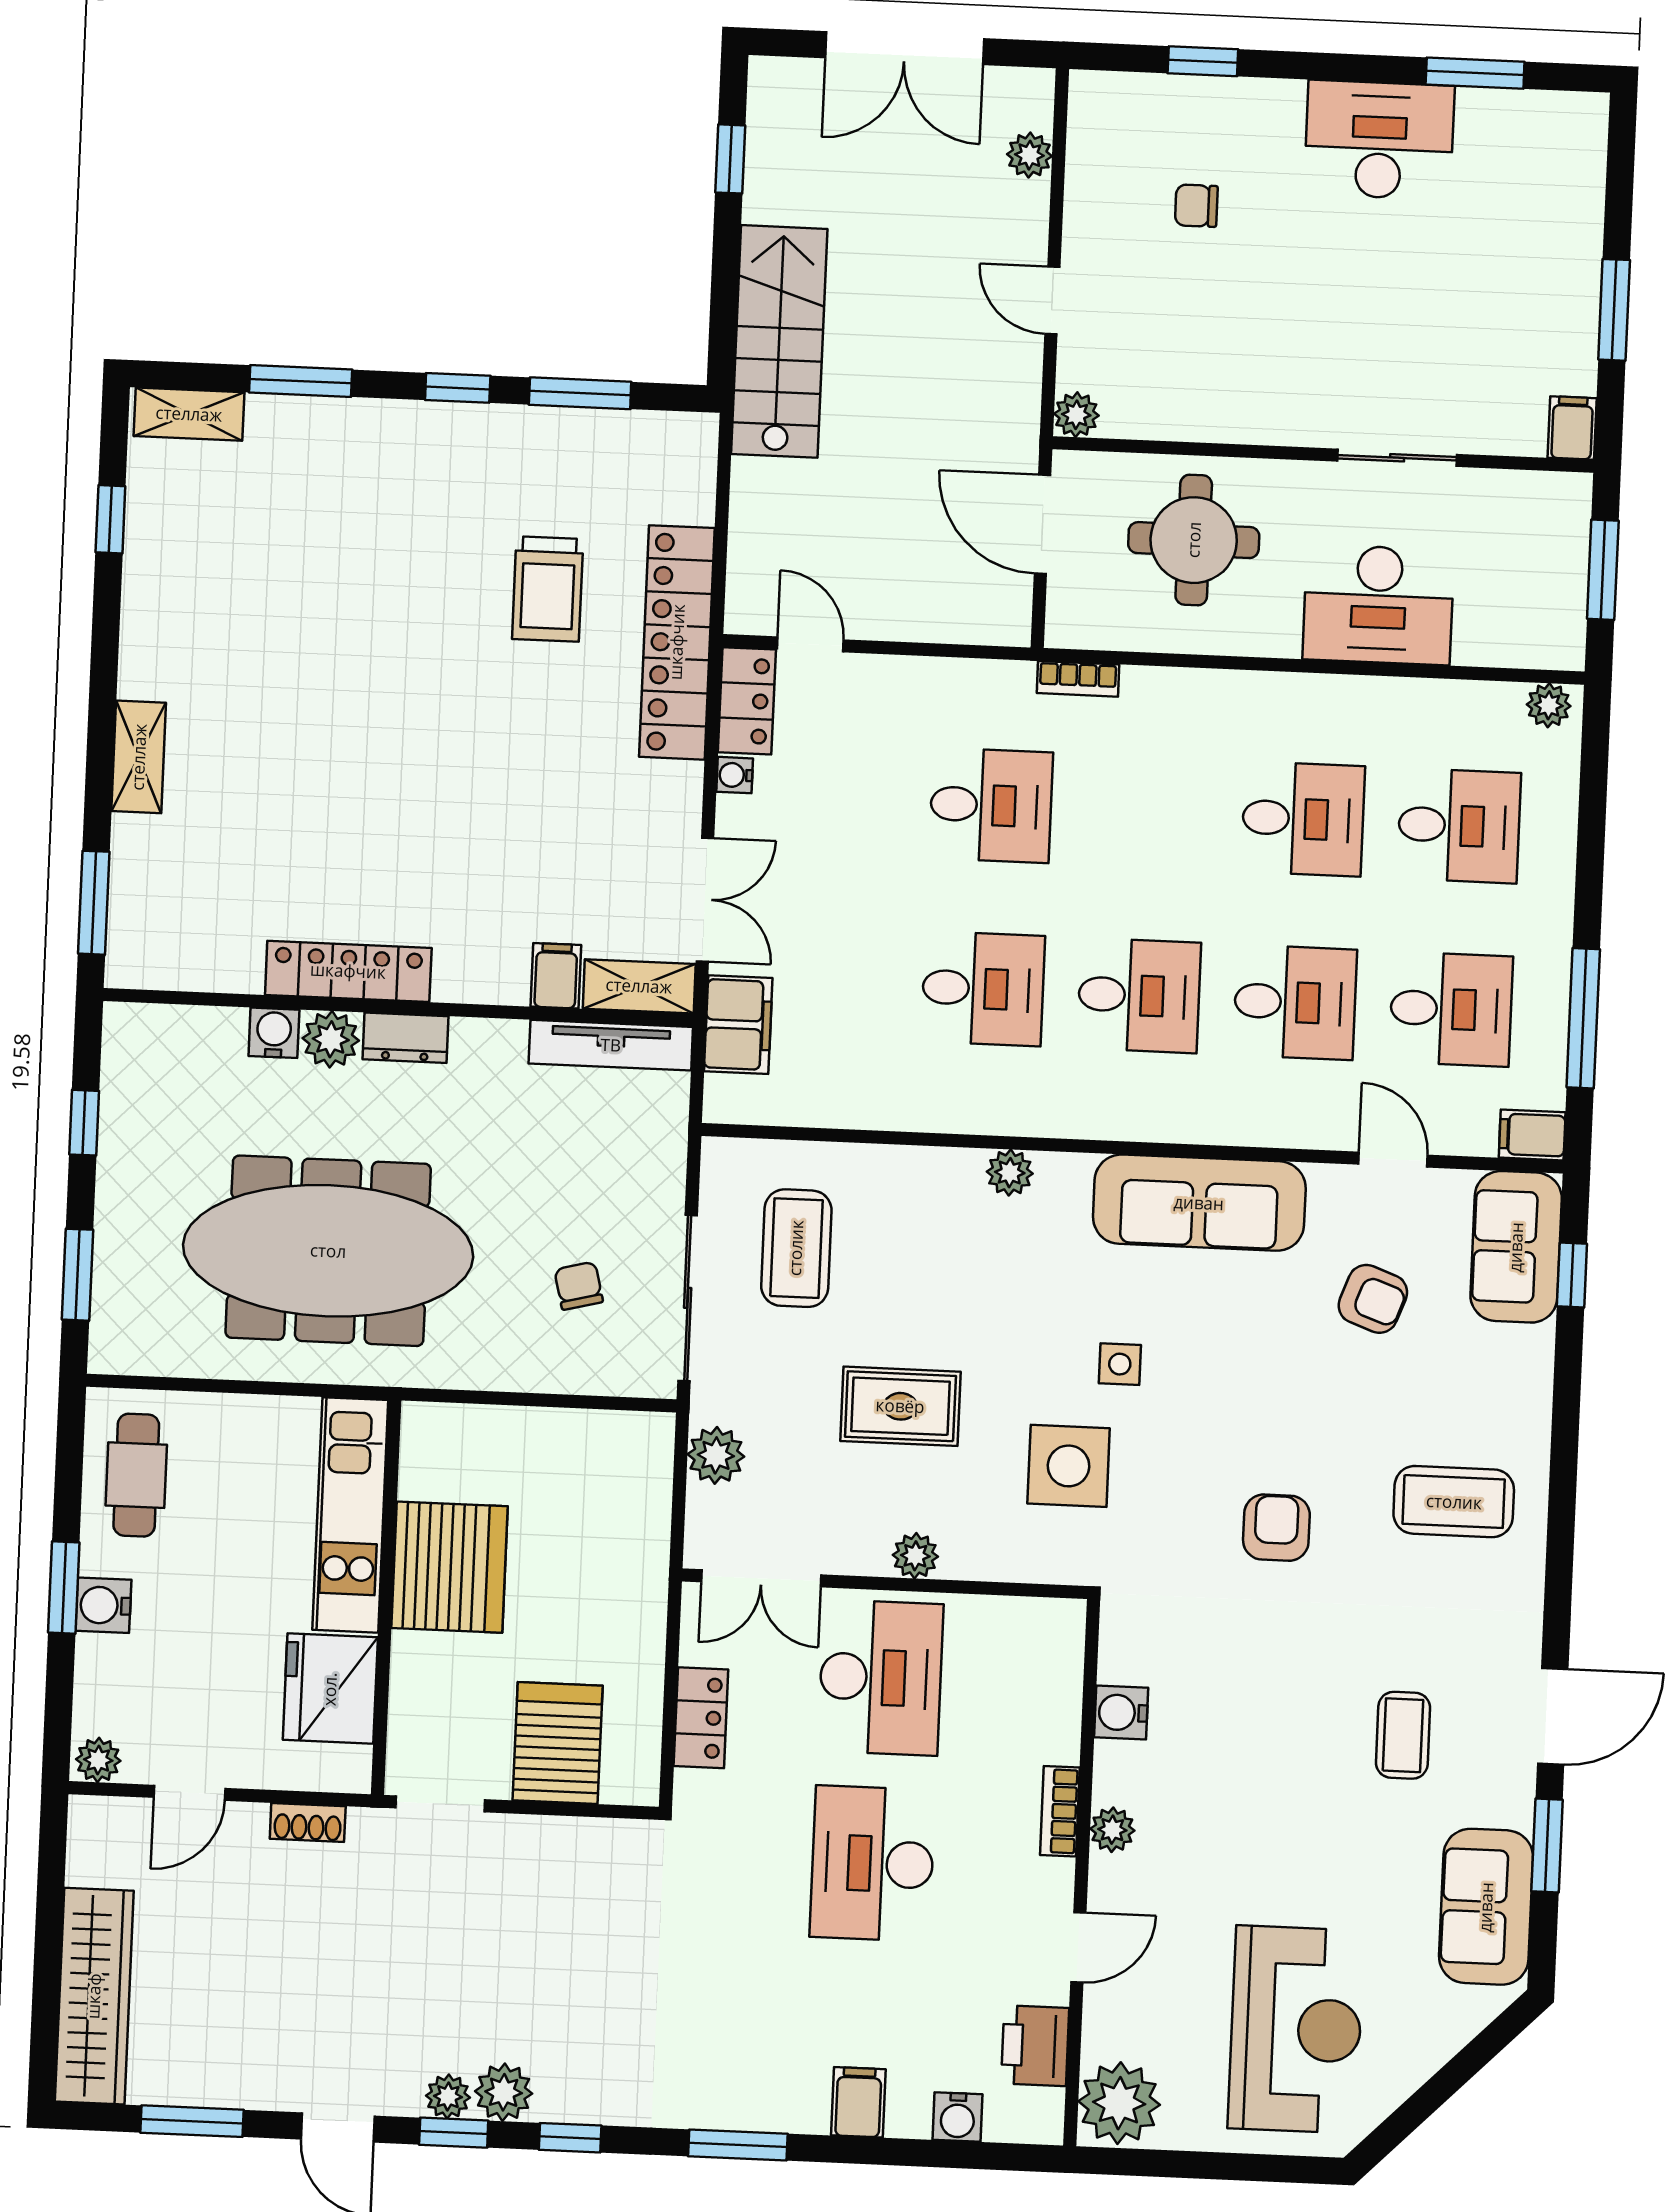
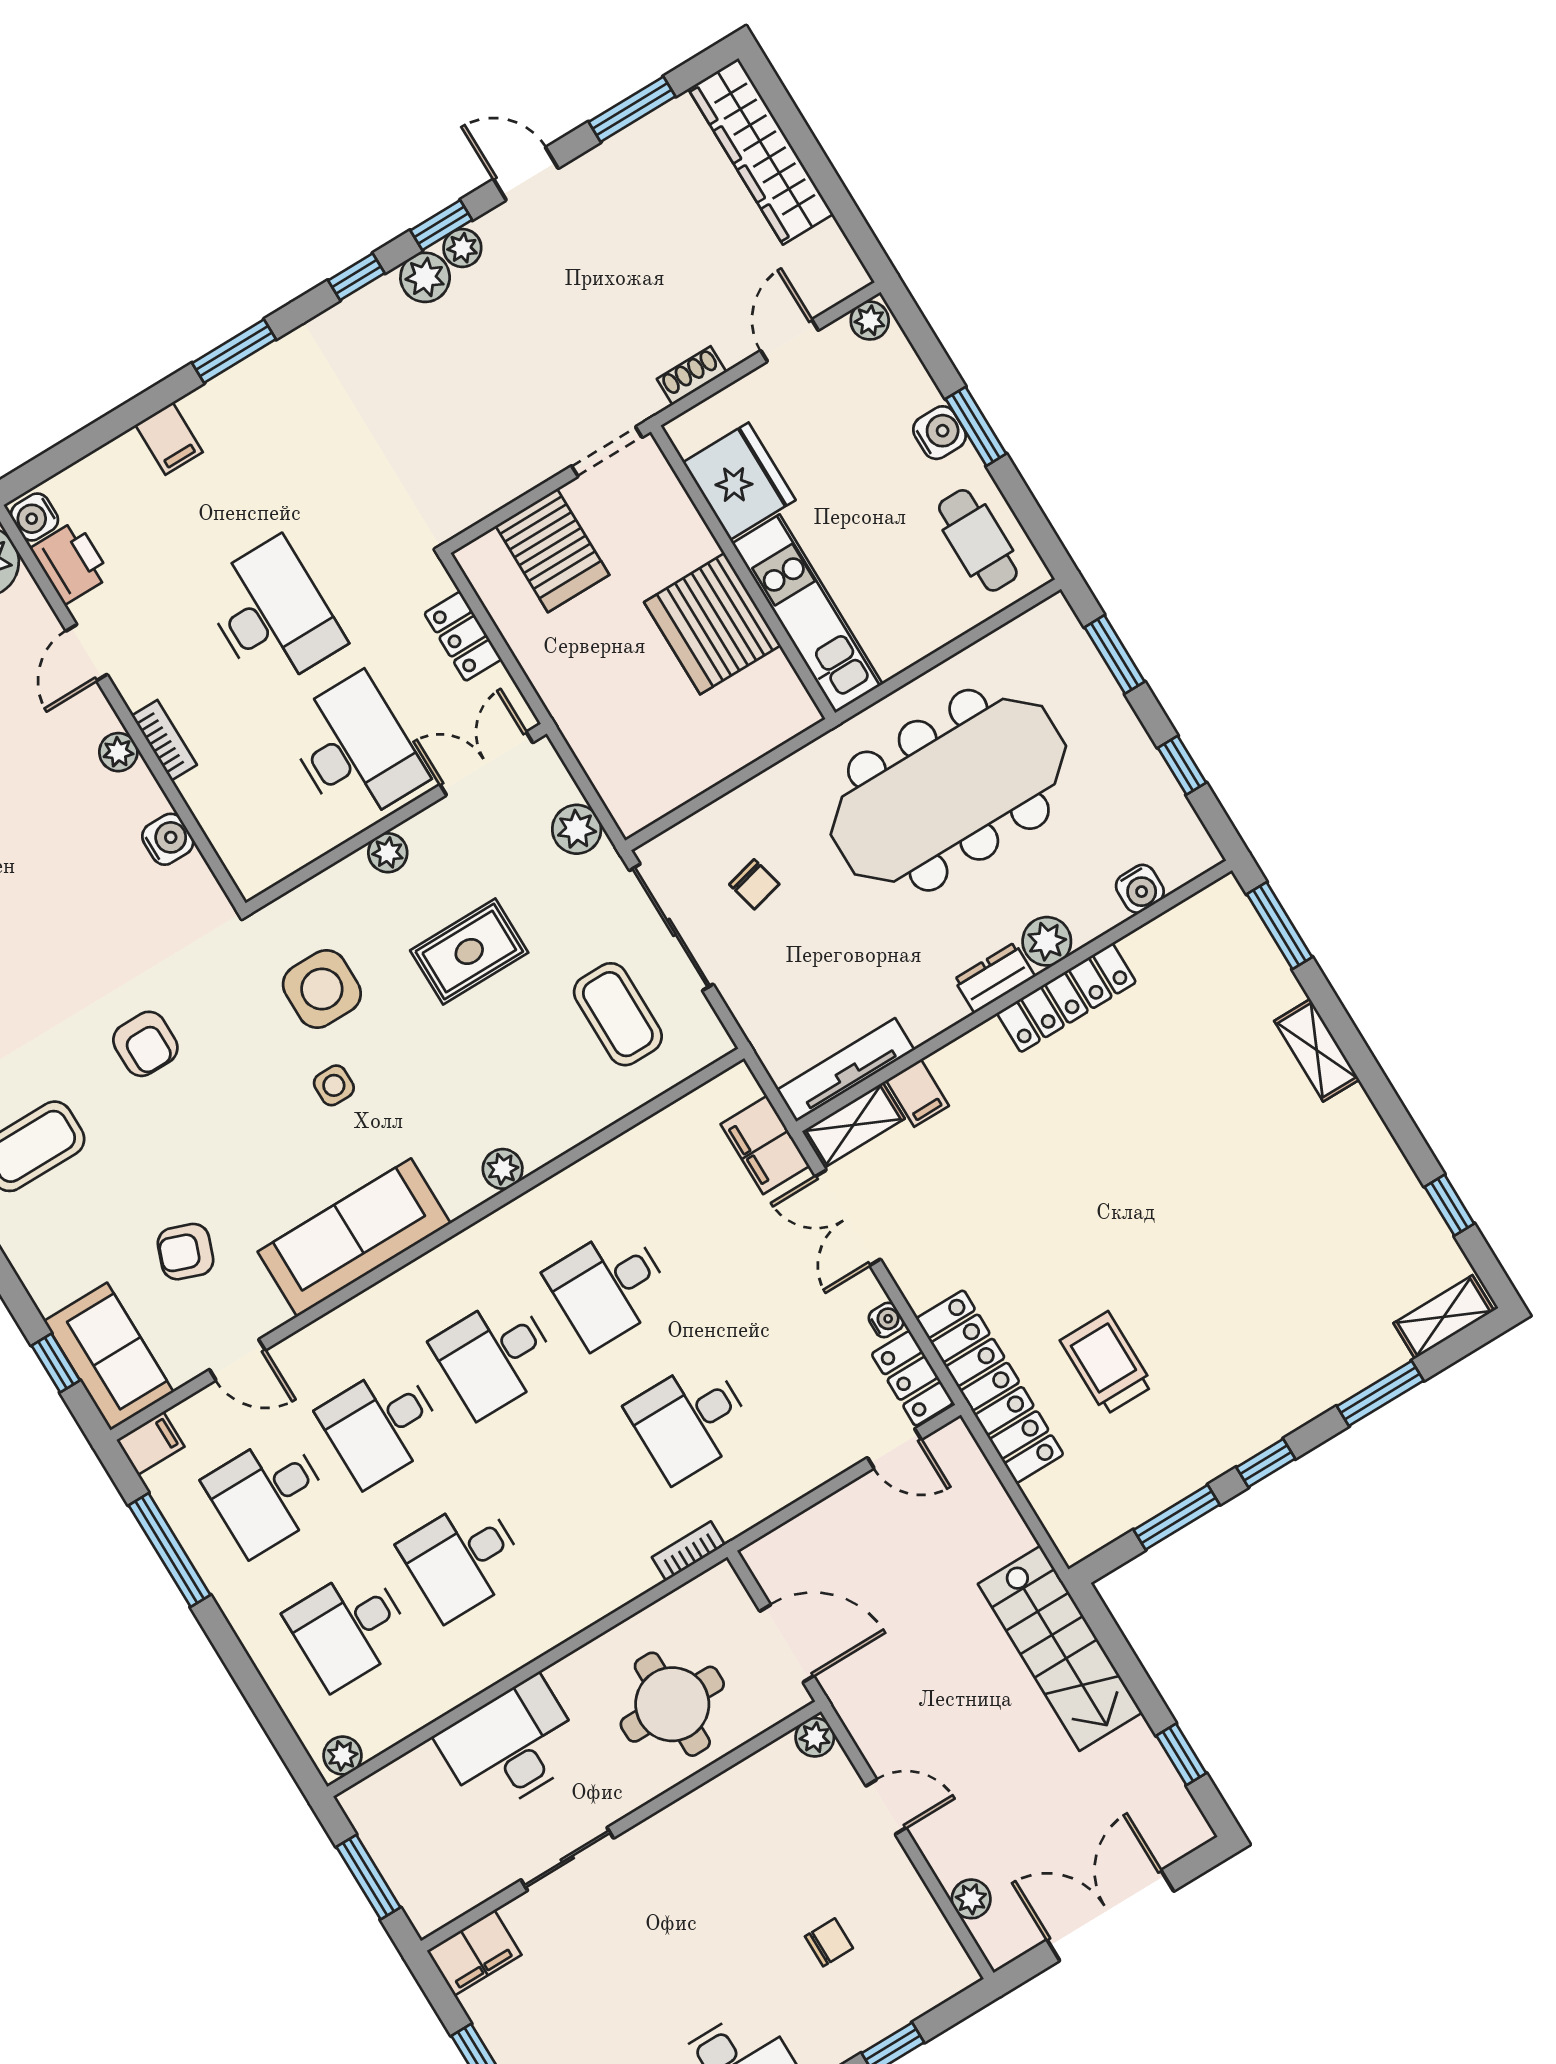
filing cabinet: (1572, 428) -> (474, 1953), width x2.00
water cooler: (274, 1033) -> (1140, 889), moved
desk: (881, 1678) -> (355, 750), turned 180
water cooler: (957, 2117) -> (35, 517), moved, turned -90

